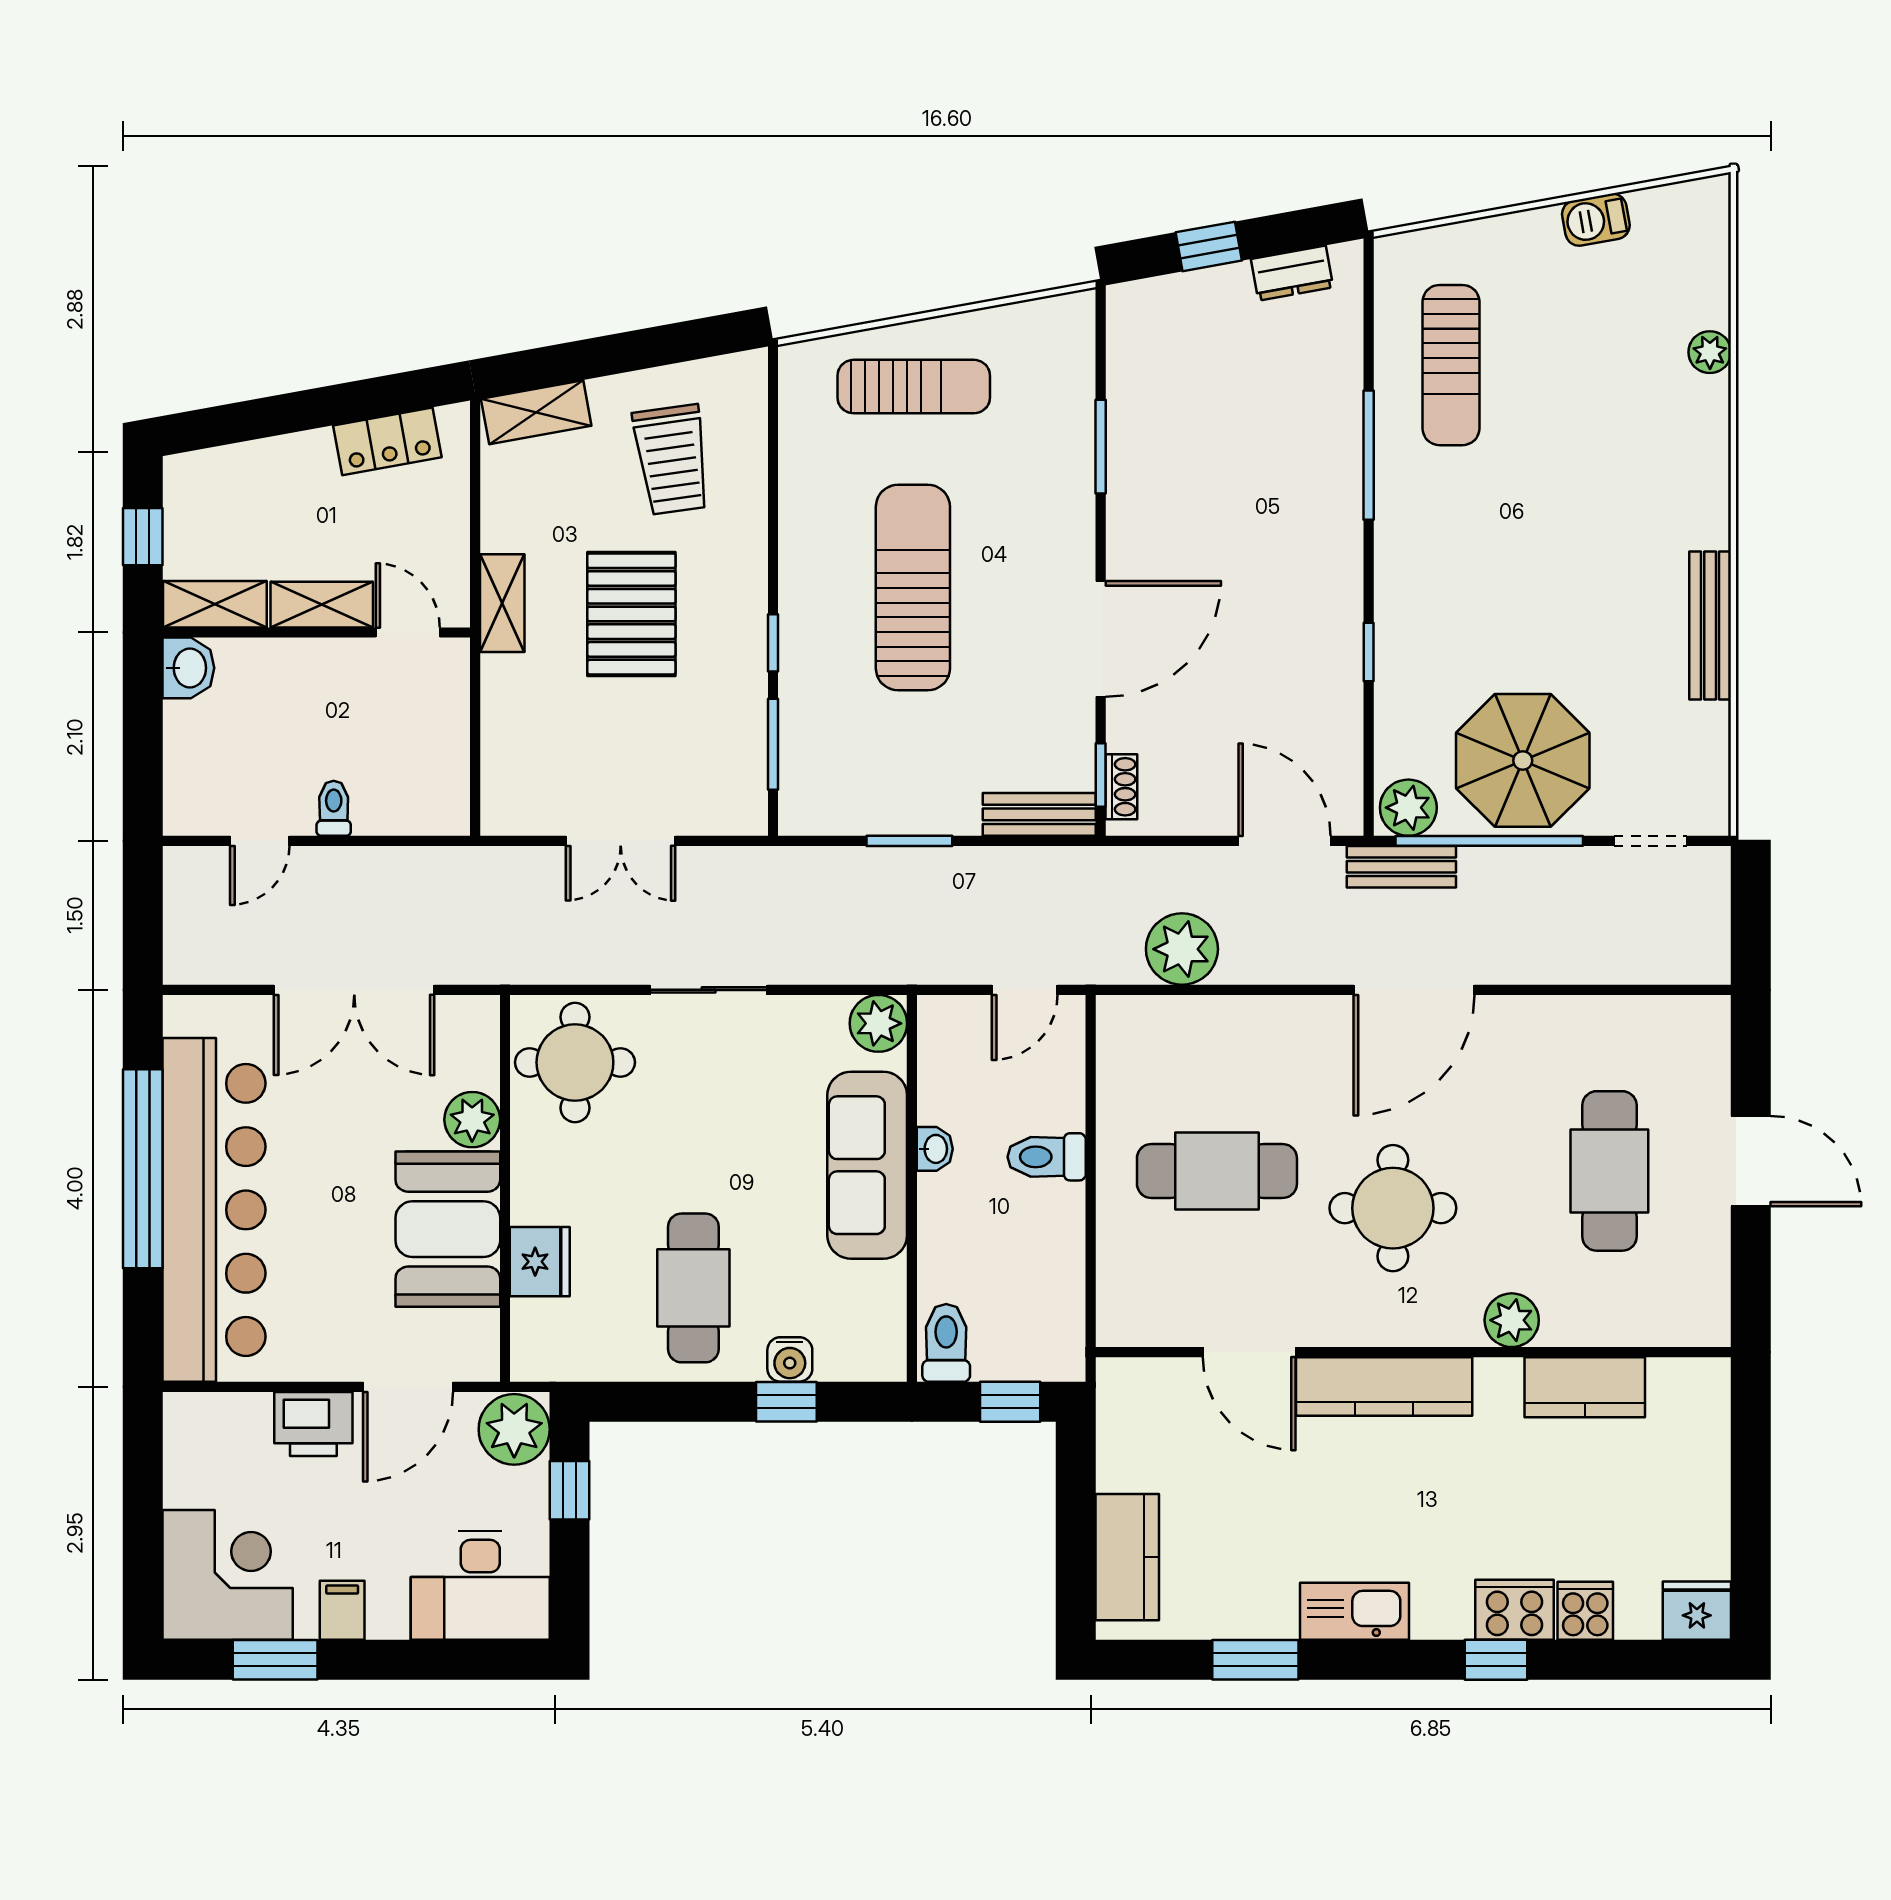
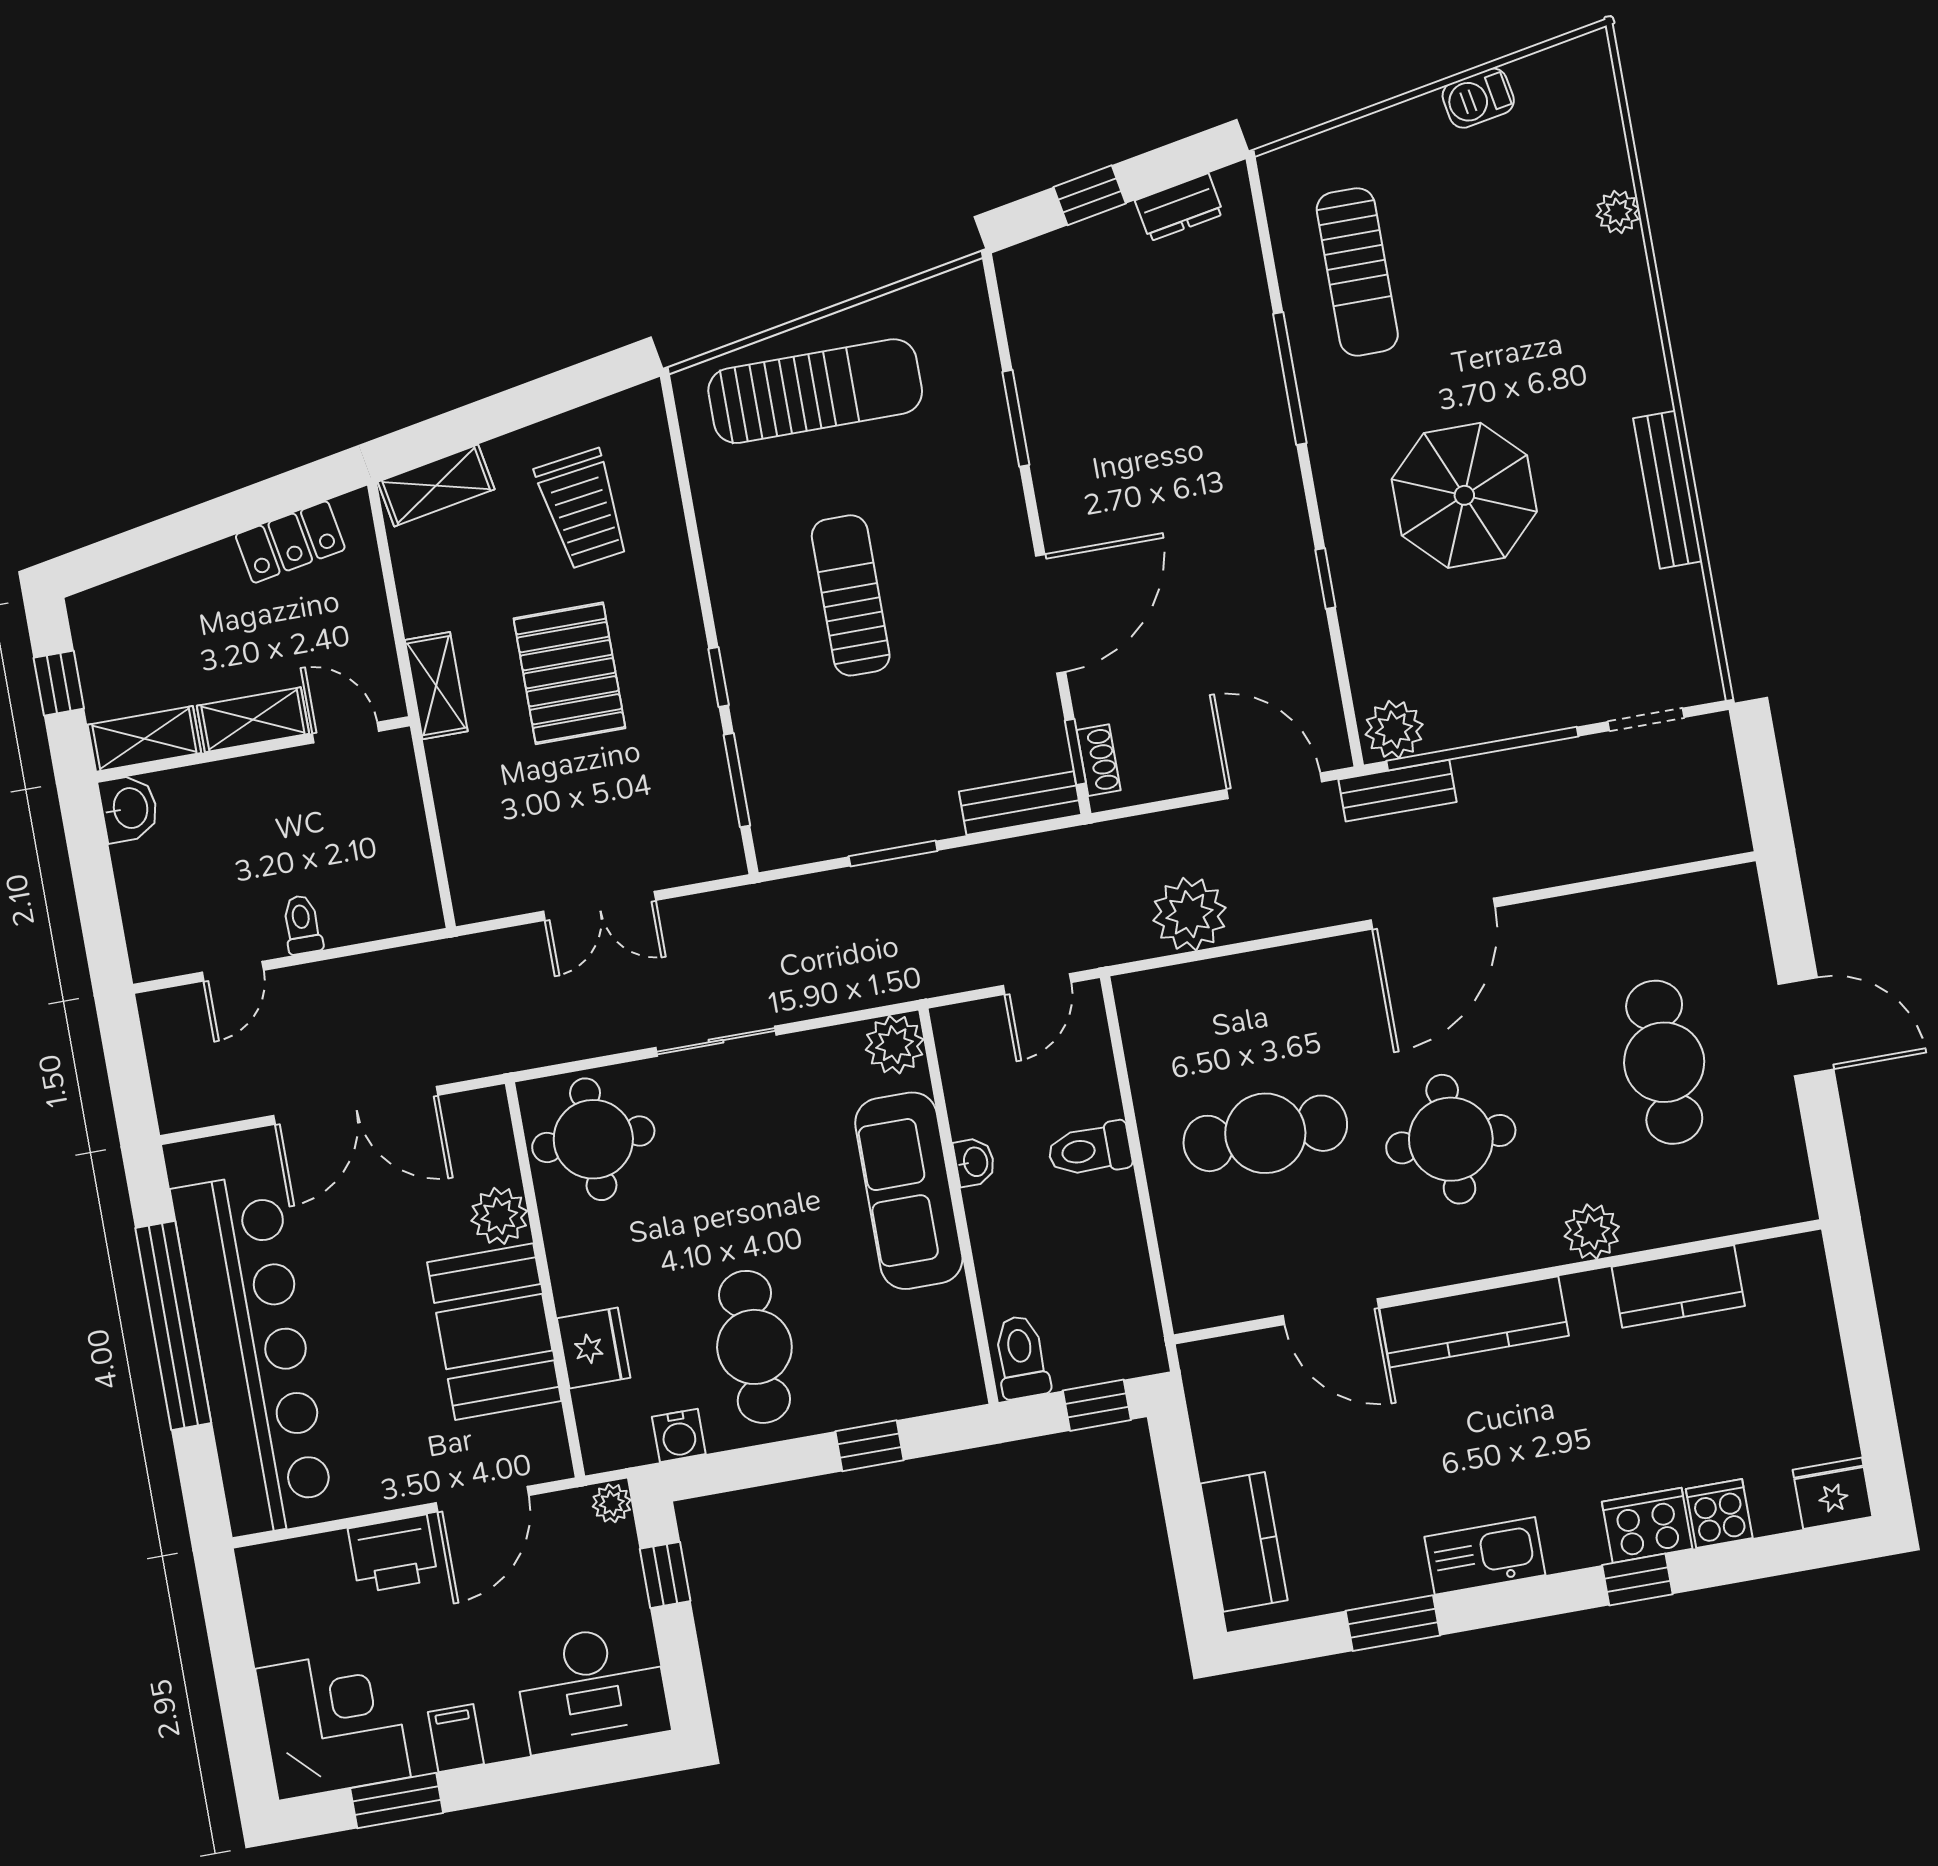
sun lounger: (914, 387) -> (815, 391), width x1.36, depth x1.34
sun lounger: (913, 588) -> (851, 595), width x0.73, depth x0.75
parasol: (1523, 760) -> (1464, 495), moved
water cooler: (790, 1359) -> (679, 1435), moved
plant: (514, 1429) -> (612, 1503), width x0.53, depth x0.53

